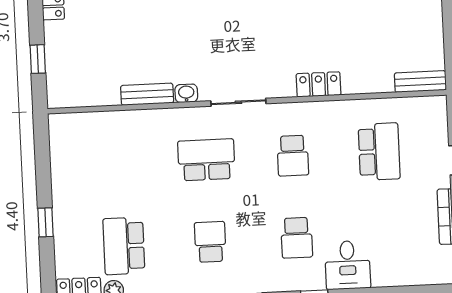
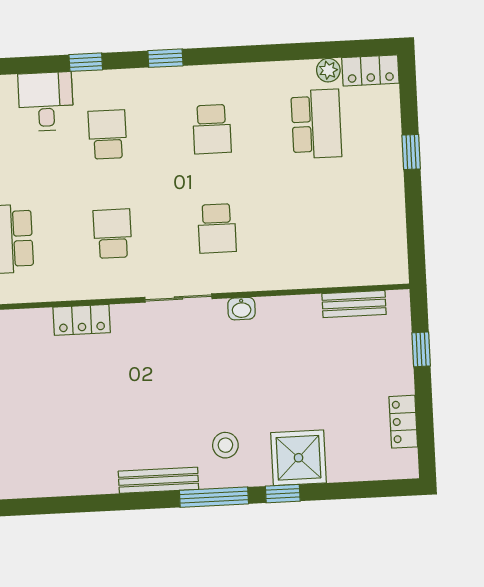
bench: (147, 94) -> (354, 304), moved
school desk: (206, 160) -> (217, 228), width x0.54

